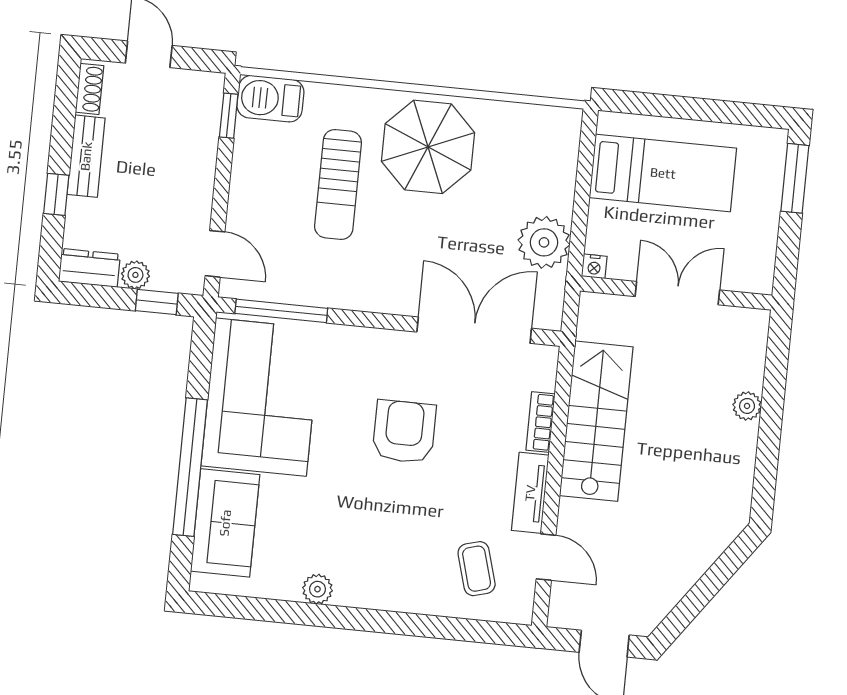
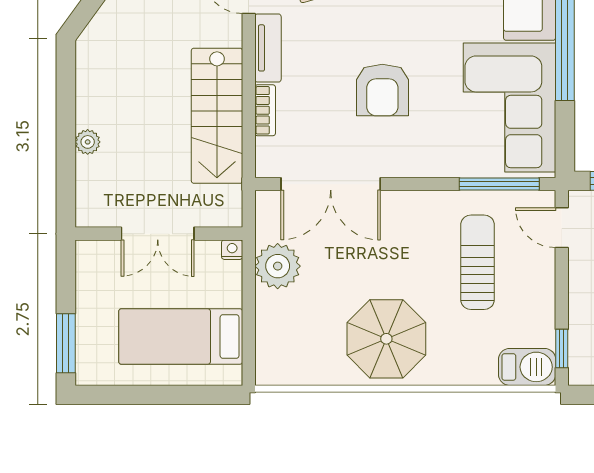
sun lounger: (338, 185) -> (478, 262), moved

